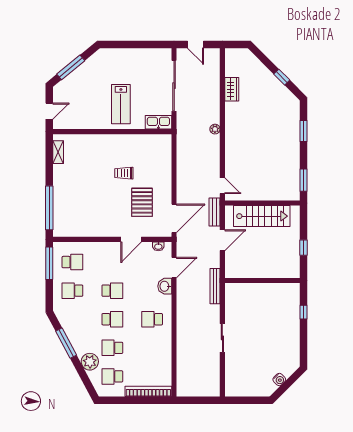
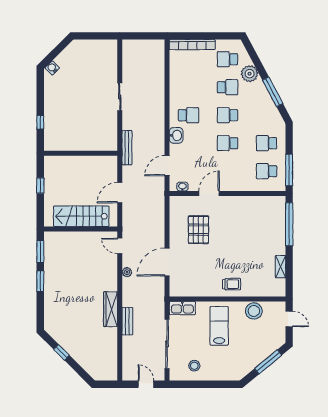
stool: (146, 63) -> (194, 366), added
wardrobe: (232, 89) -> (111, 309), moved, width x1.50
door: (49, 111) -> (289, 319), swing flipped
stool: (85, 119) -> (254, 311), added
plant: (215, 129) -> (127, 272), moved
window: (303, 131) -> (40, 281), moved
shelving: (58, 152) -> (281, 267), moved
trolley: (124, 173) -> (232, 284), moved
bench: (215, 212) -> (127, 321), moved
door: (174, 218) -> (167, 262), moved
washbasin: (165, 286) -> (176, 135), moved
school desk: (72, 291) -> (267, 143), turned 180
school desk: (112, 376) -> (228, 59), turned 180
water cooler: (279, 379) -> (52, 68), moved

